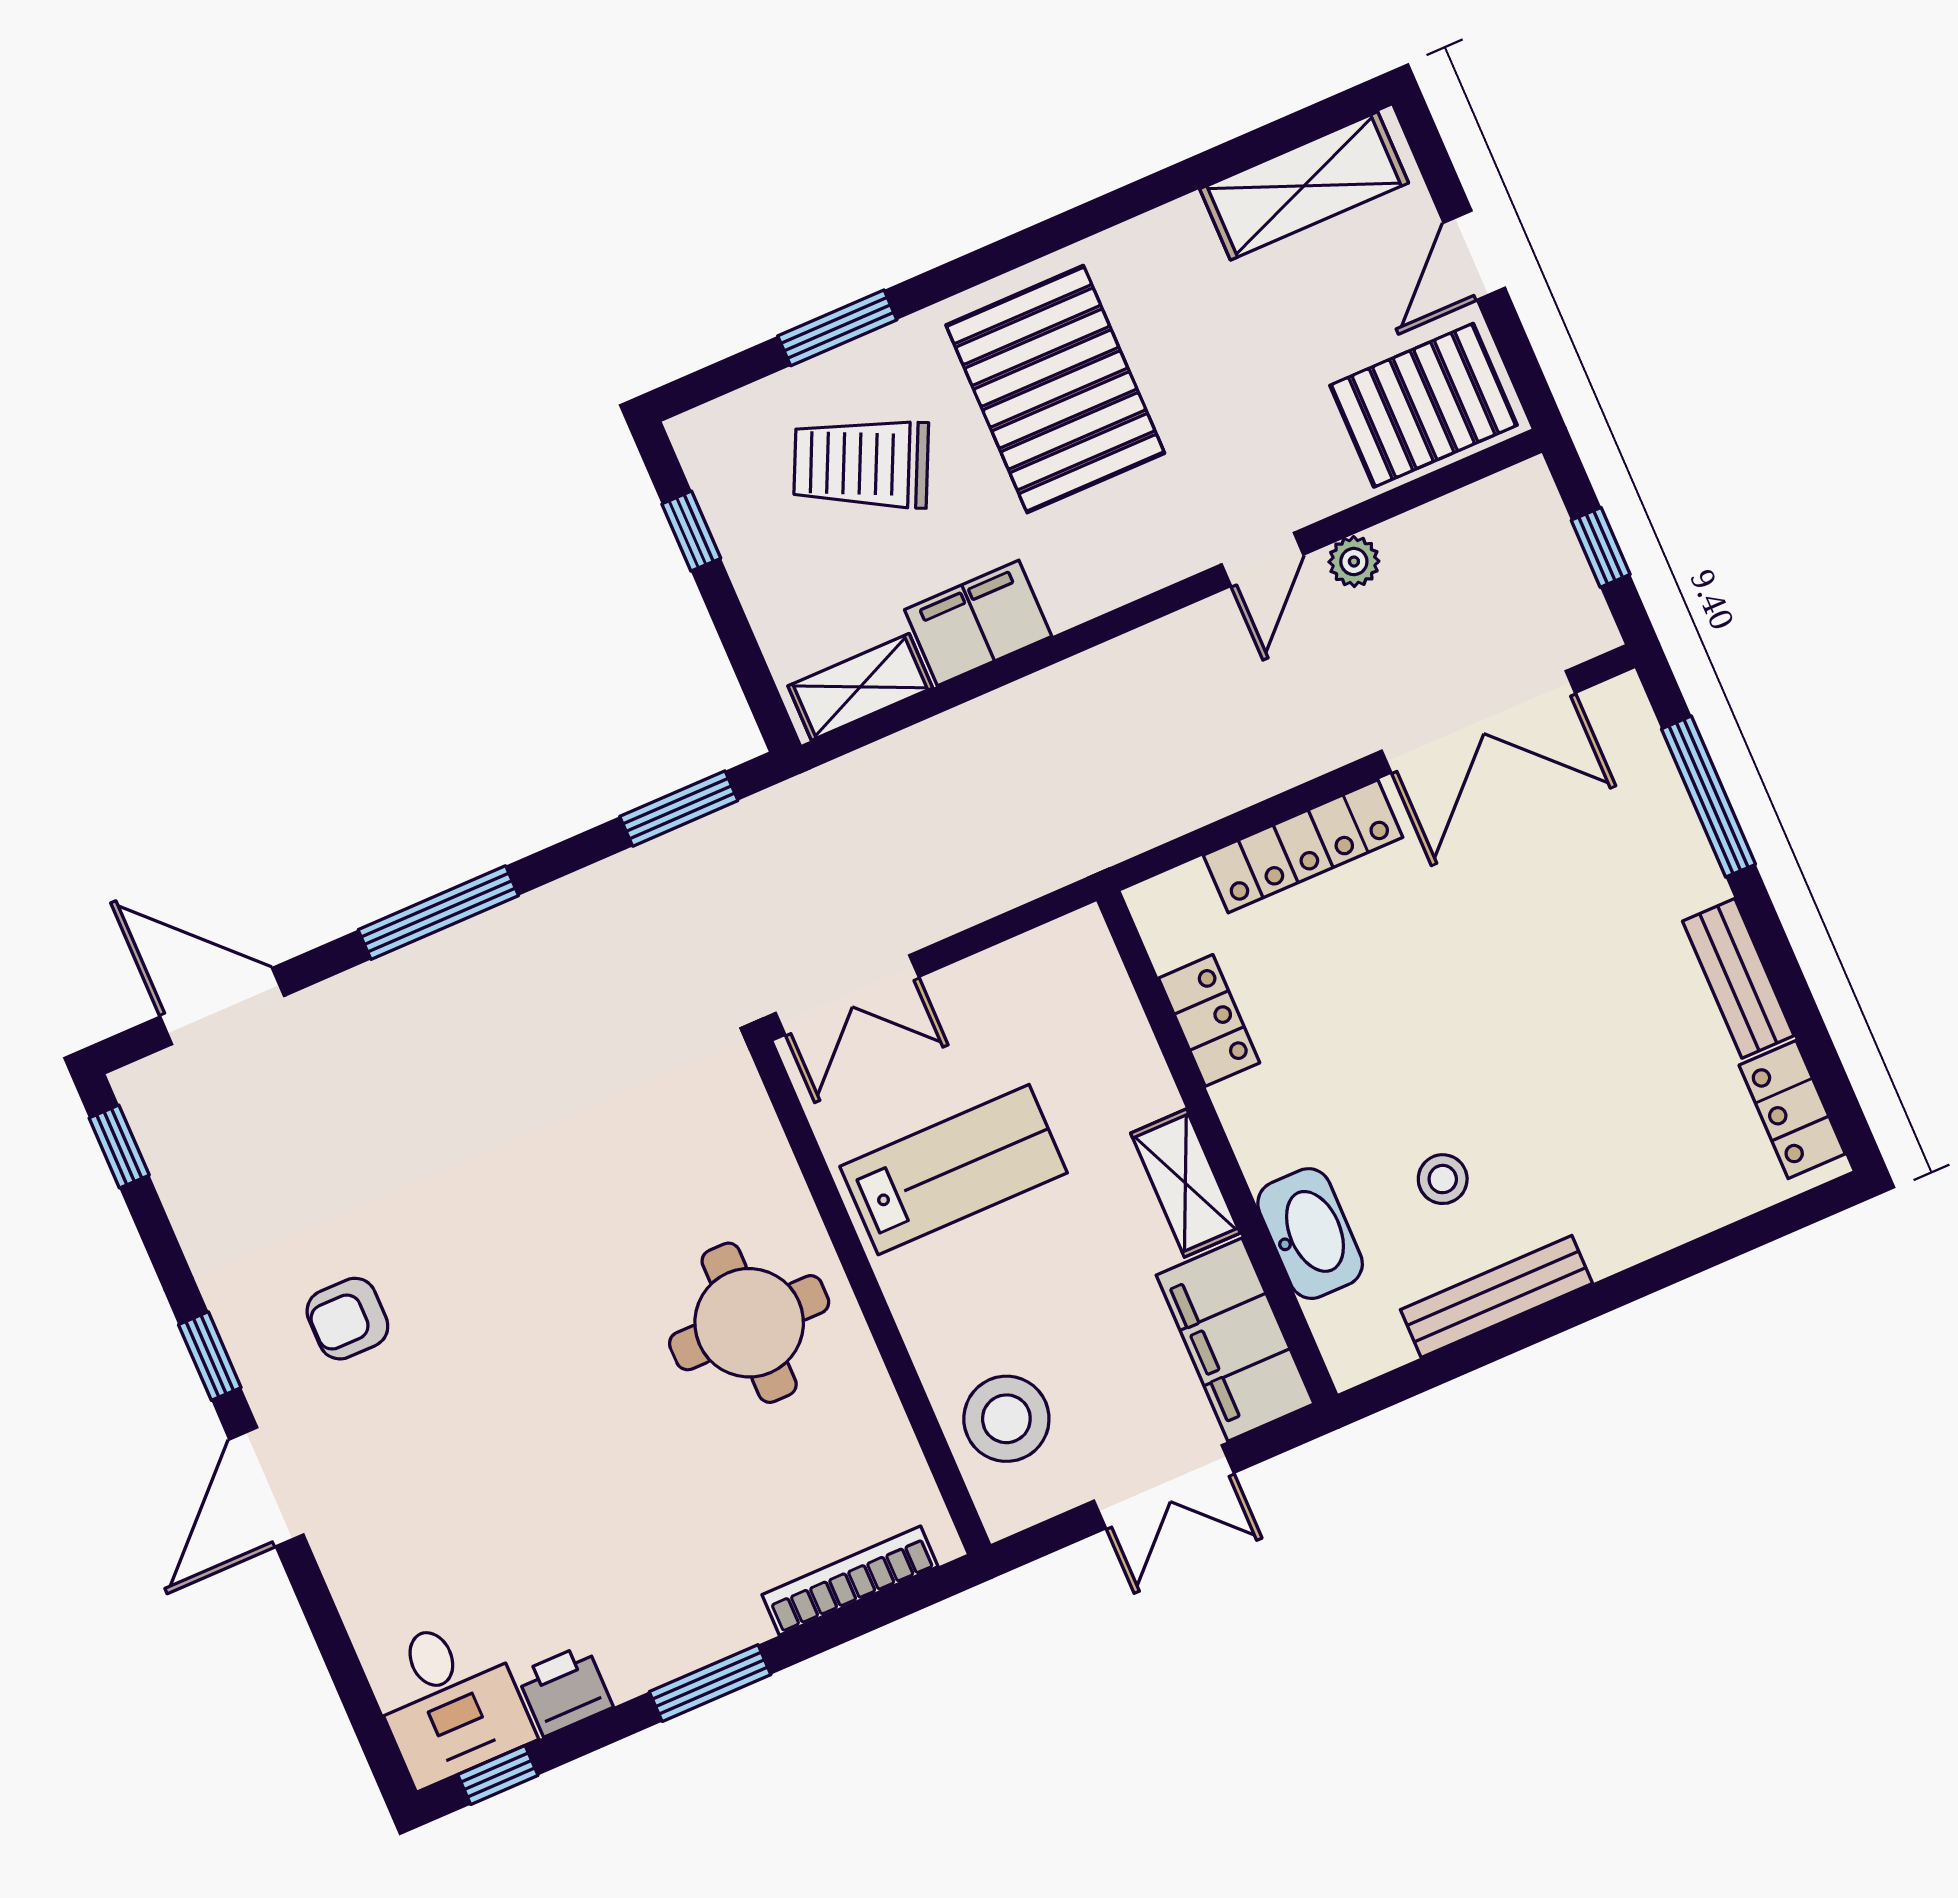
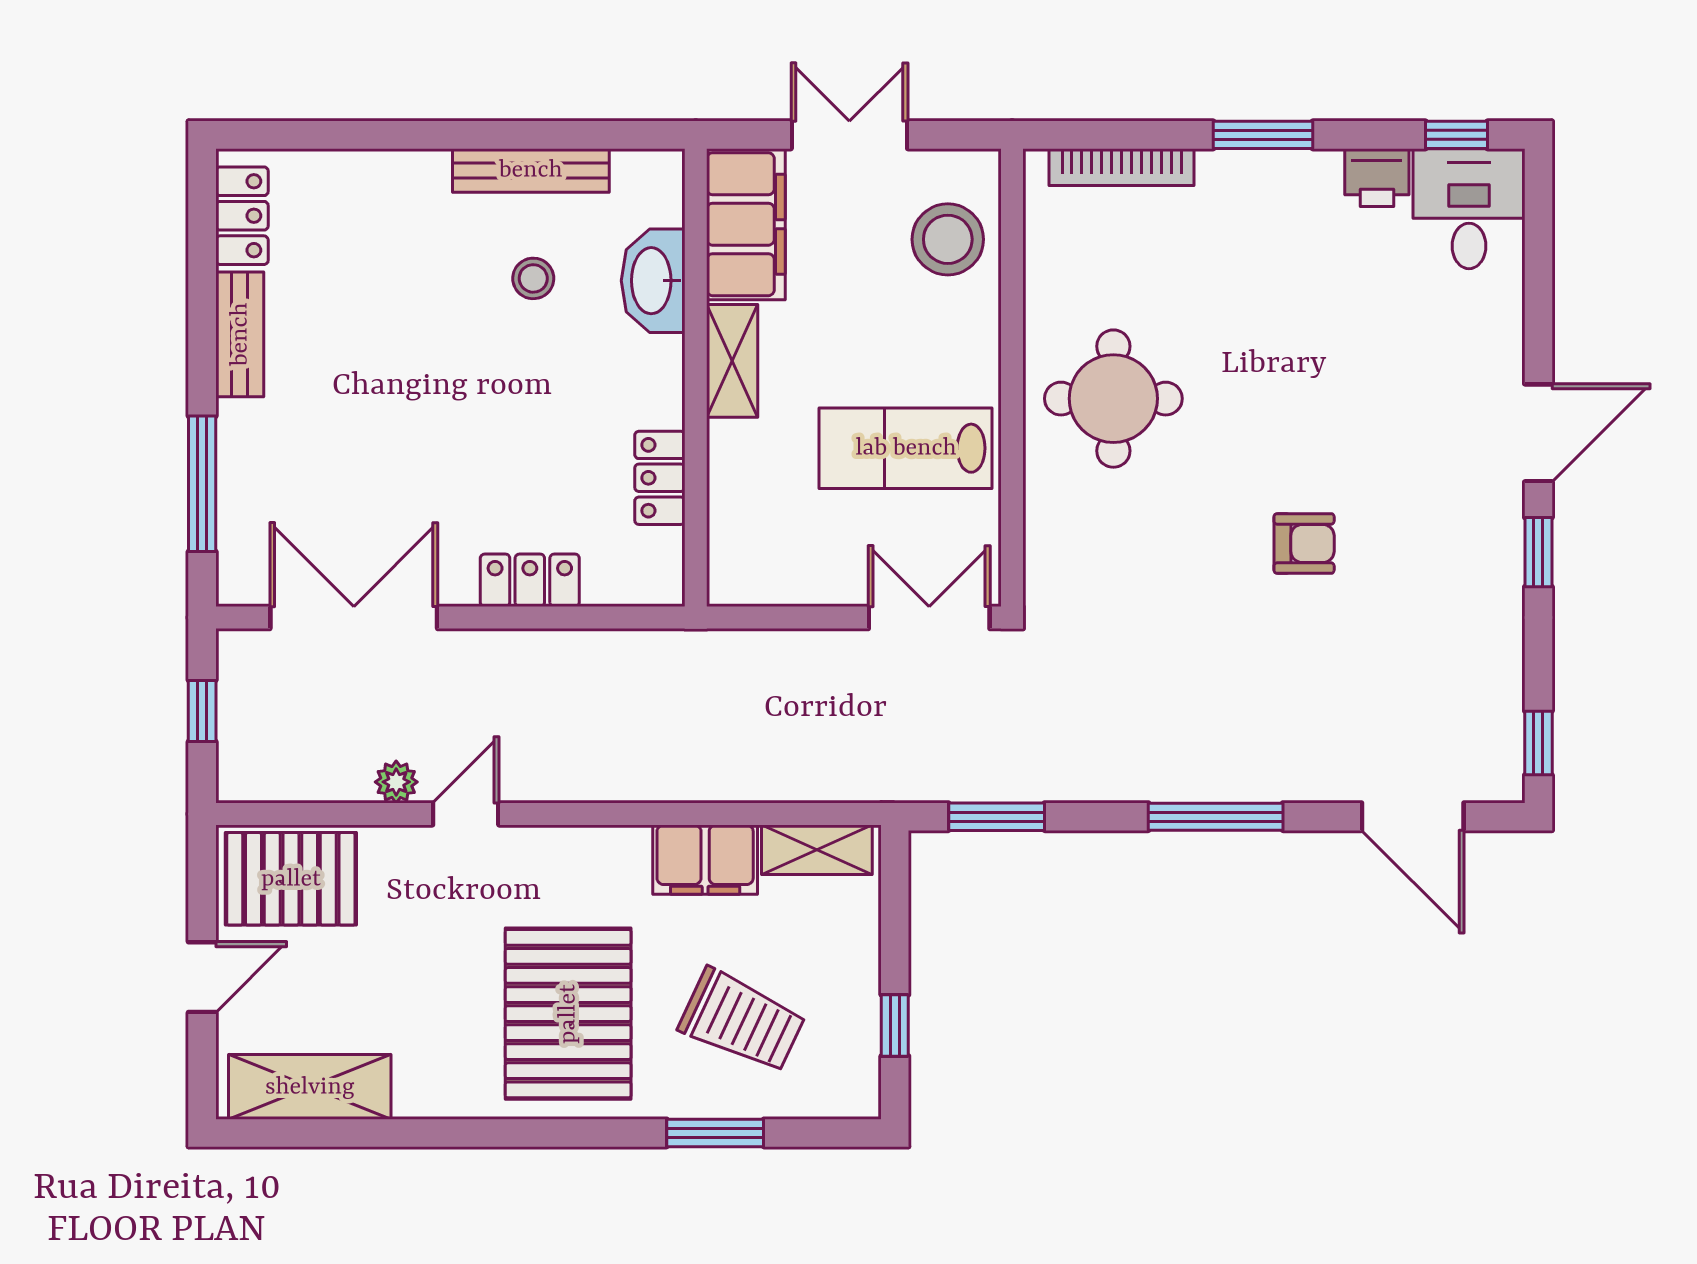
locker: (1303, 846) -> (530, 580), width x0.66
armchair: (347, 1319) -> (1304, 543), moved

